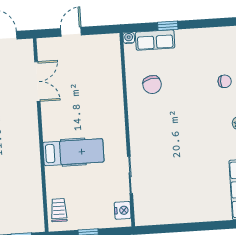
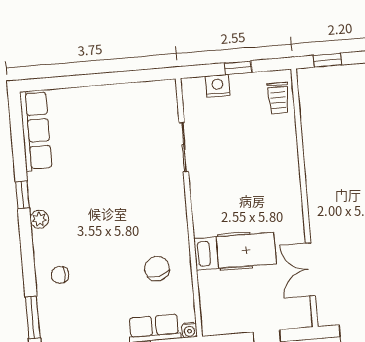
hospital bed: (73, 152) -> (235, 251), moved, turned 180
nightstand: (123, 210) -> (218, 86), moved, turned 90

